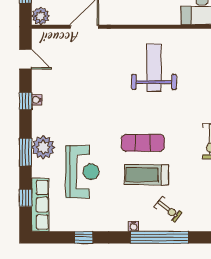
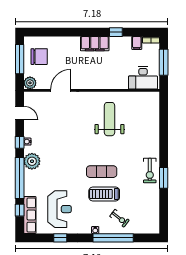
plant: (43, 147) -> (32, 161), moved
window: (26, 152) -> (20, 178), width x2.11
reception desk: (82, 172) -> (60, 209), moved

